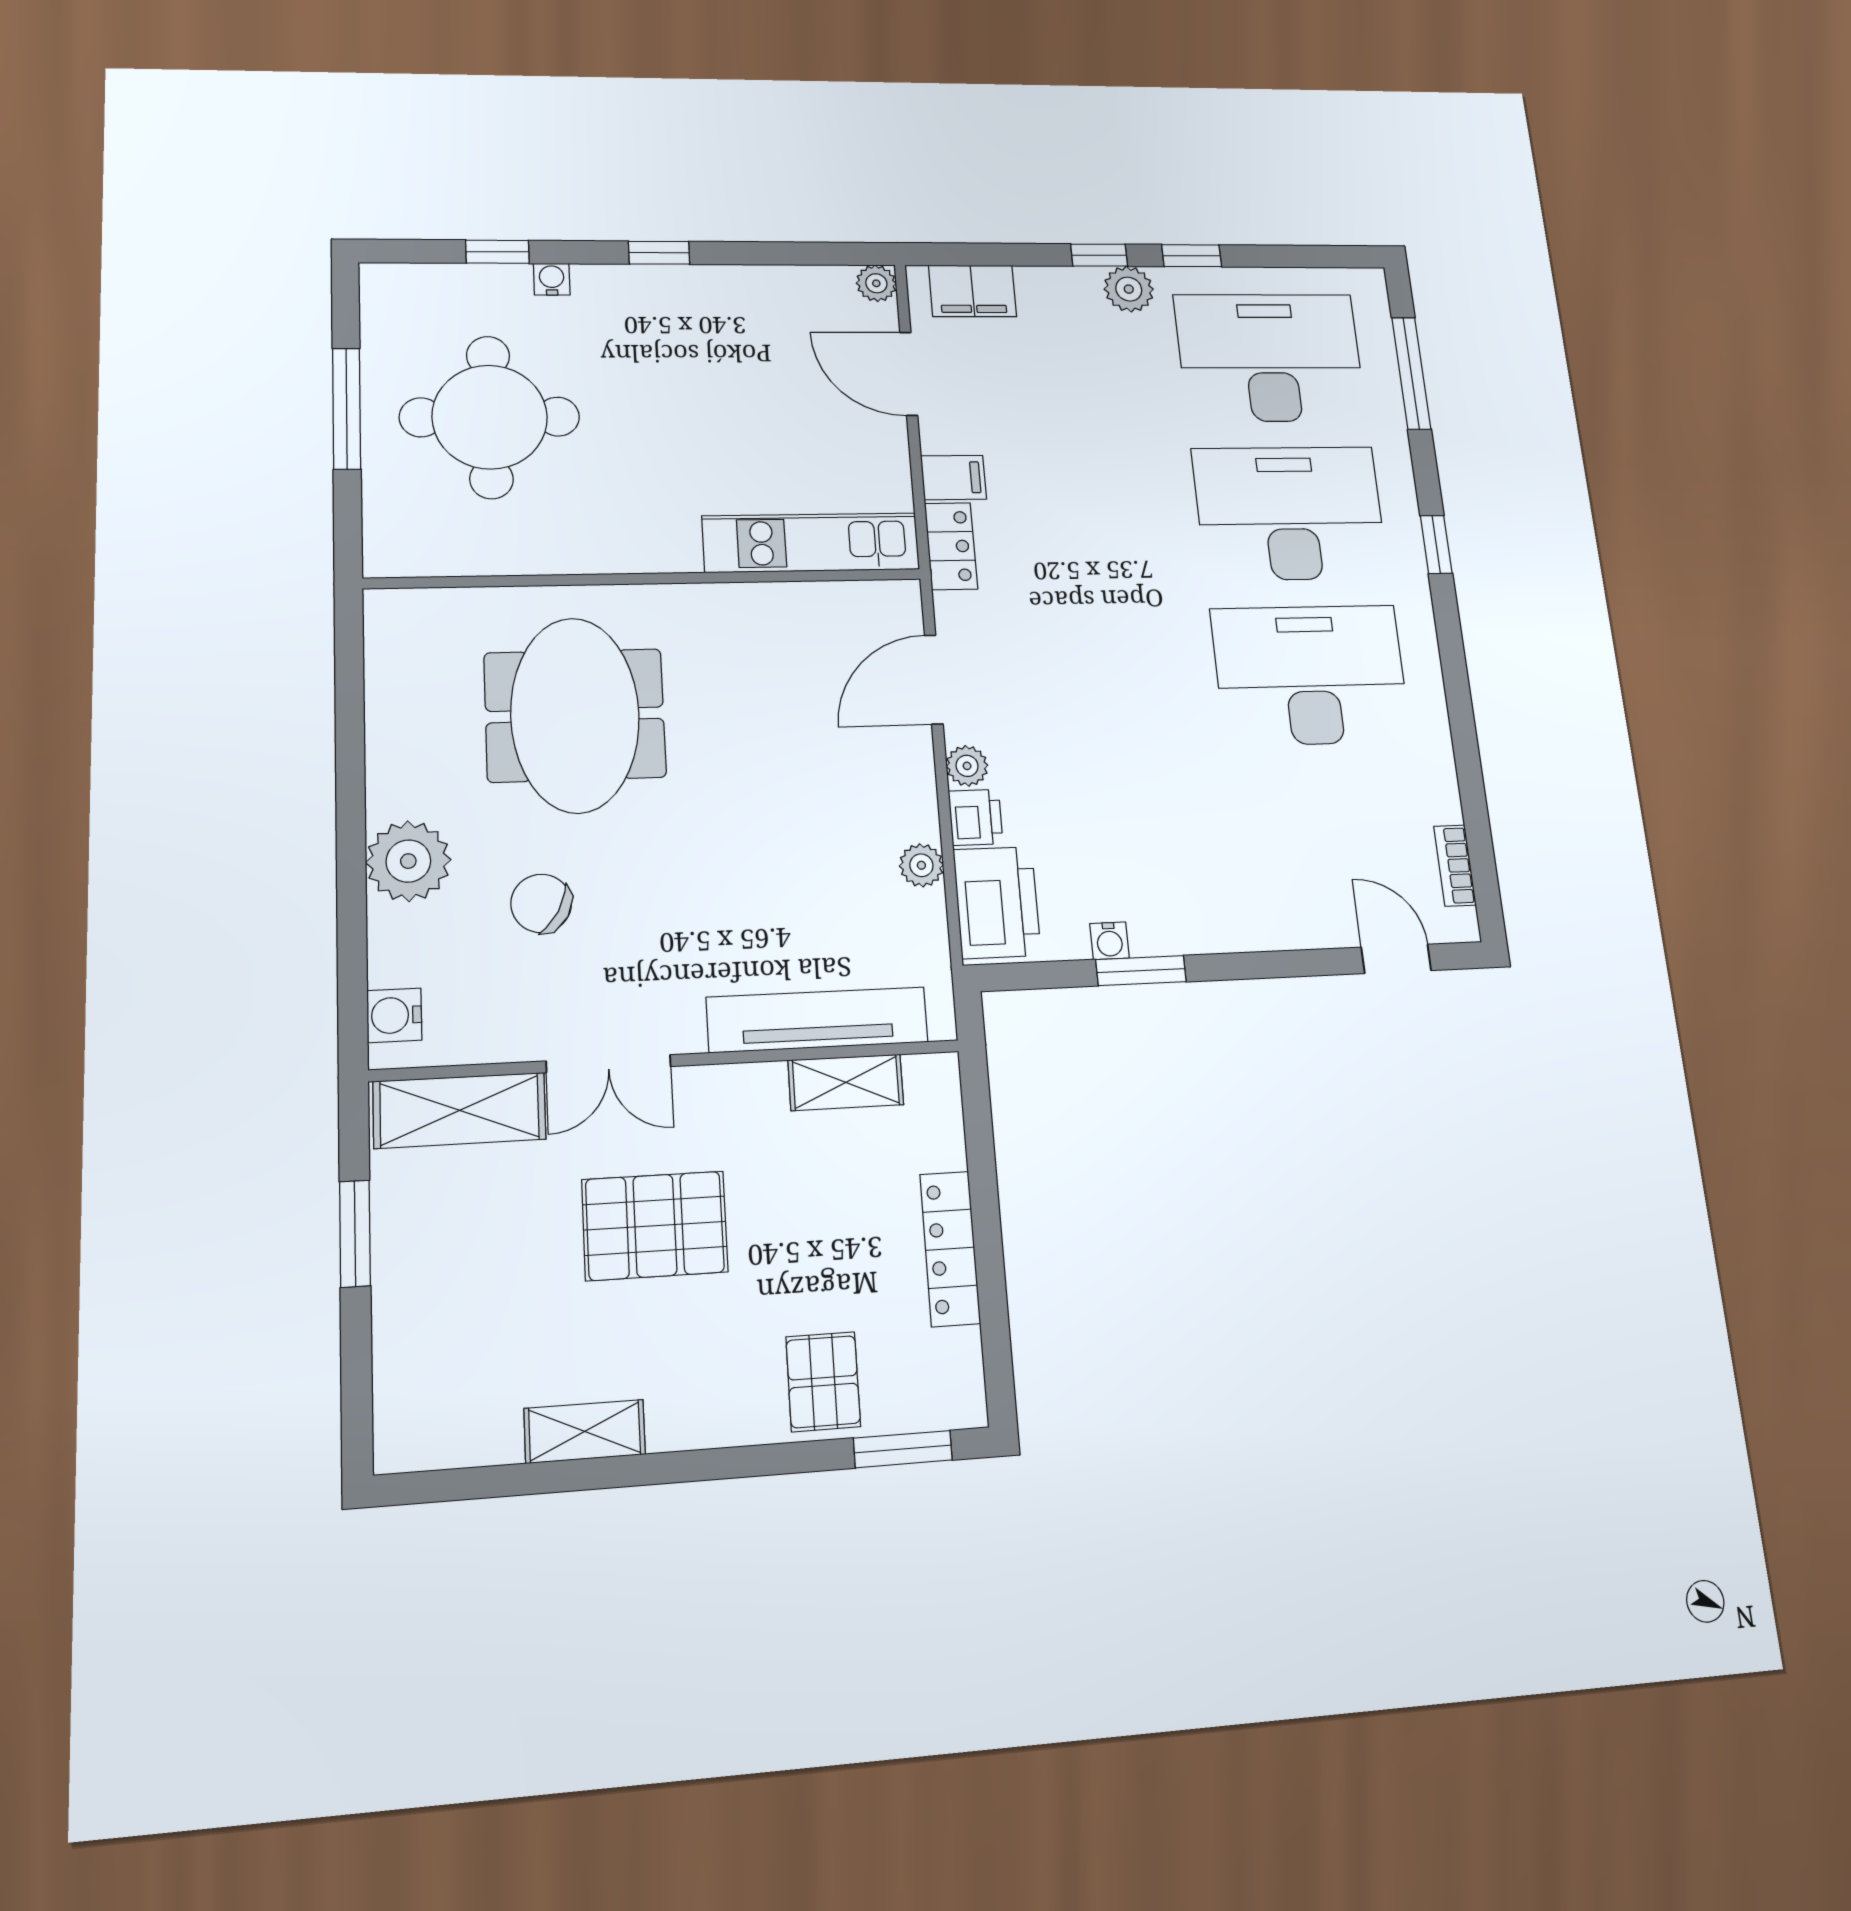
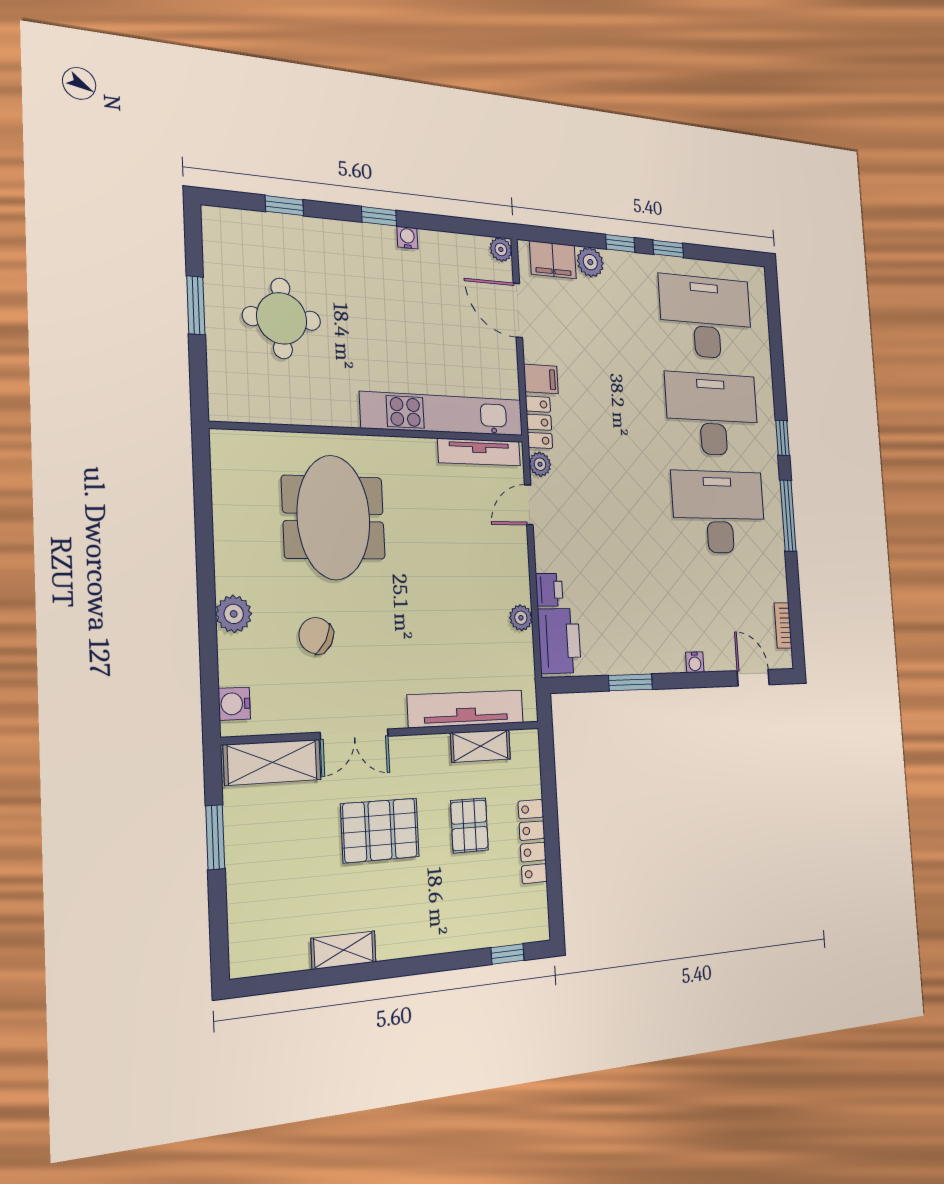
water cooler: (552, 279) -> (407, 238), moved
plant: (1129, 289) -> (590, 262), moved
window: (1411, 373) -> (788, 516), moved
window: (347, 408) -> (196, 305), width x0.69
round table: (490, 417) -> (282, 318), width x0.73, depth x0.73
kitchen unit: (811, 543) -> (443, 414), width x1.36
tv unit: (840, 599) -> (479, 452), added
door: (934, 679) -> (529, 505), width x0.73
plant: (967, 766) -> (540, 464), moved
plant: (408, 861) -> (234, 614), width x0.73, depth x0.73
water cooler: (1109, 941) -> (695, 662), moved
pallet: (823, 1382) -> (469, 825), moved
window: (903, 1449) -> (507, 954), width x0.67

